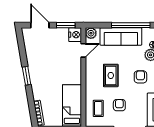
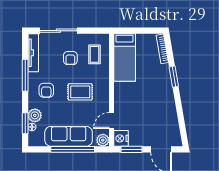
window: (131, 25) -> (73, 149), moved
rug: (111, 75) -> (80, 92), turned 90
window: (27, 76) -> (174, 77), moved

